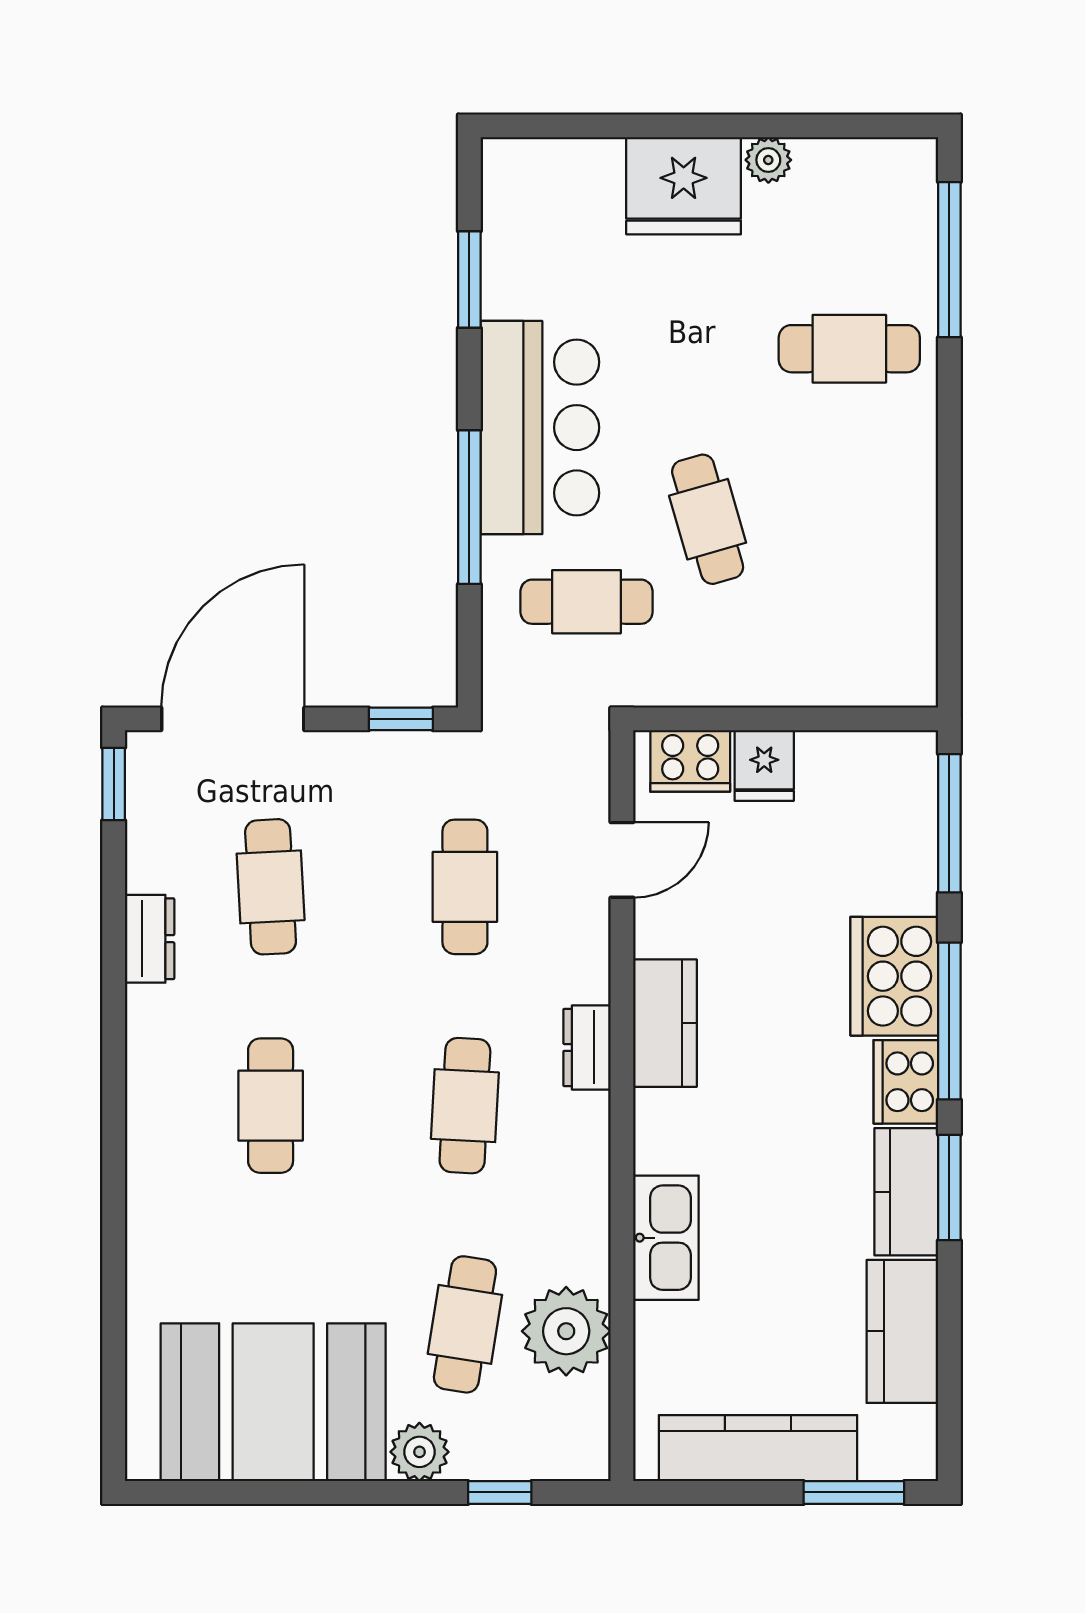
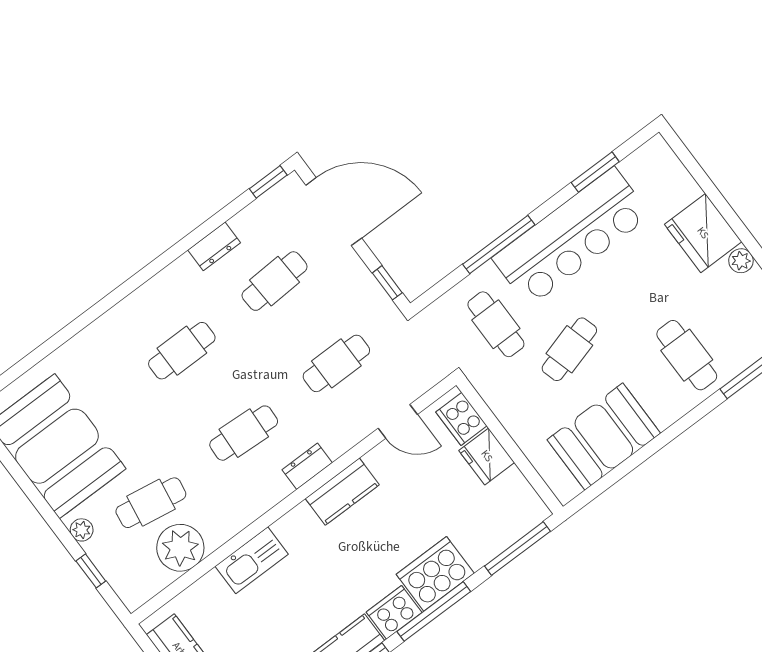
bar counter: (540, 428) -> (571, 237), width x1.36
booth: (878, 566) -> (604, 436), added
fridge: (764, 765) -> (487, 456), width x1.38
plant: (419, 1452) -> (82, 530), width x0.73, depth x0.73

